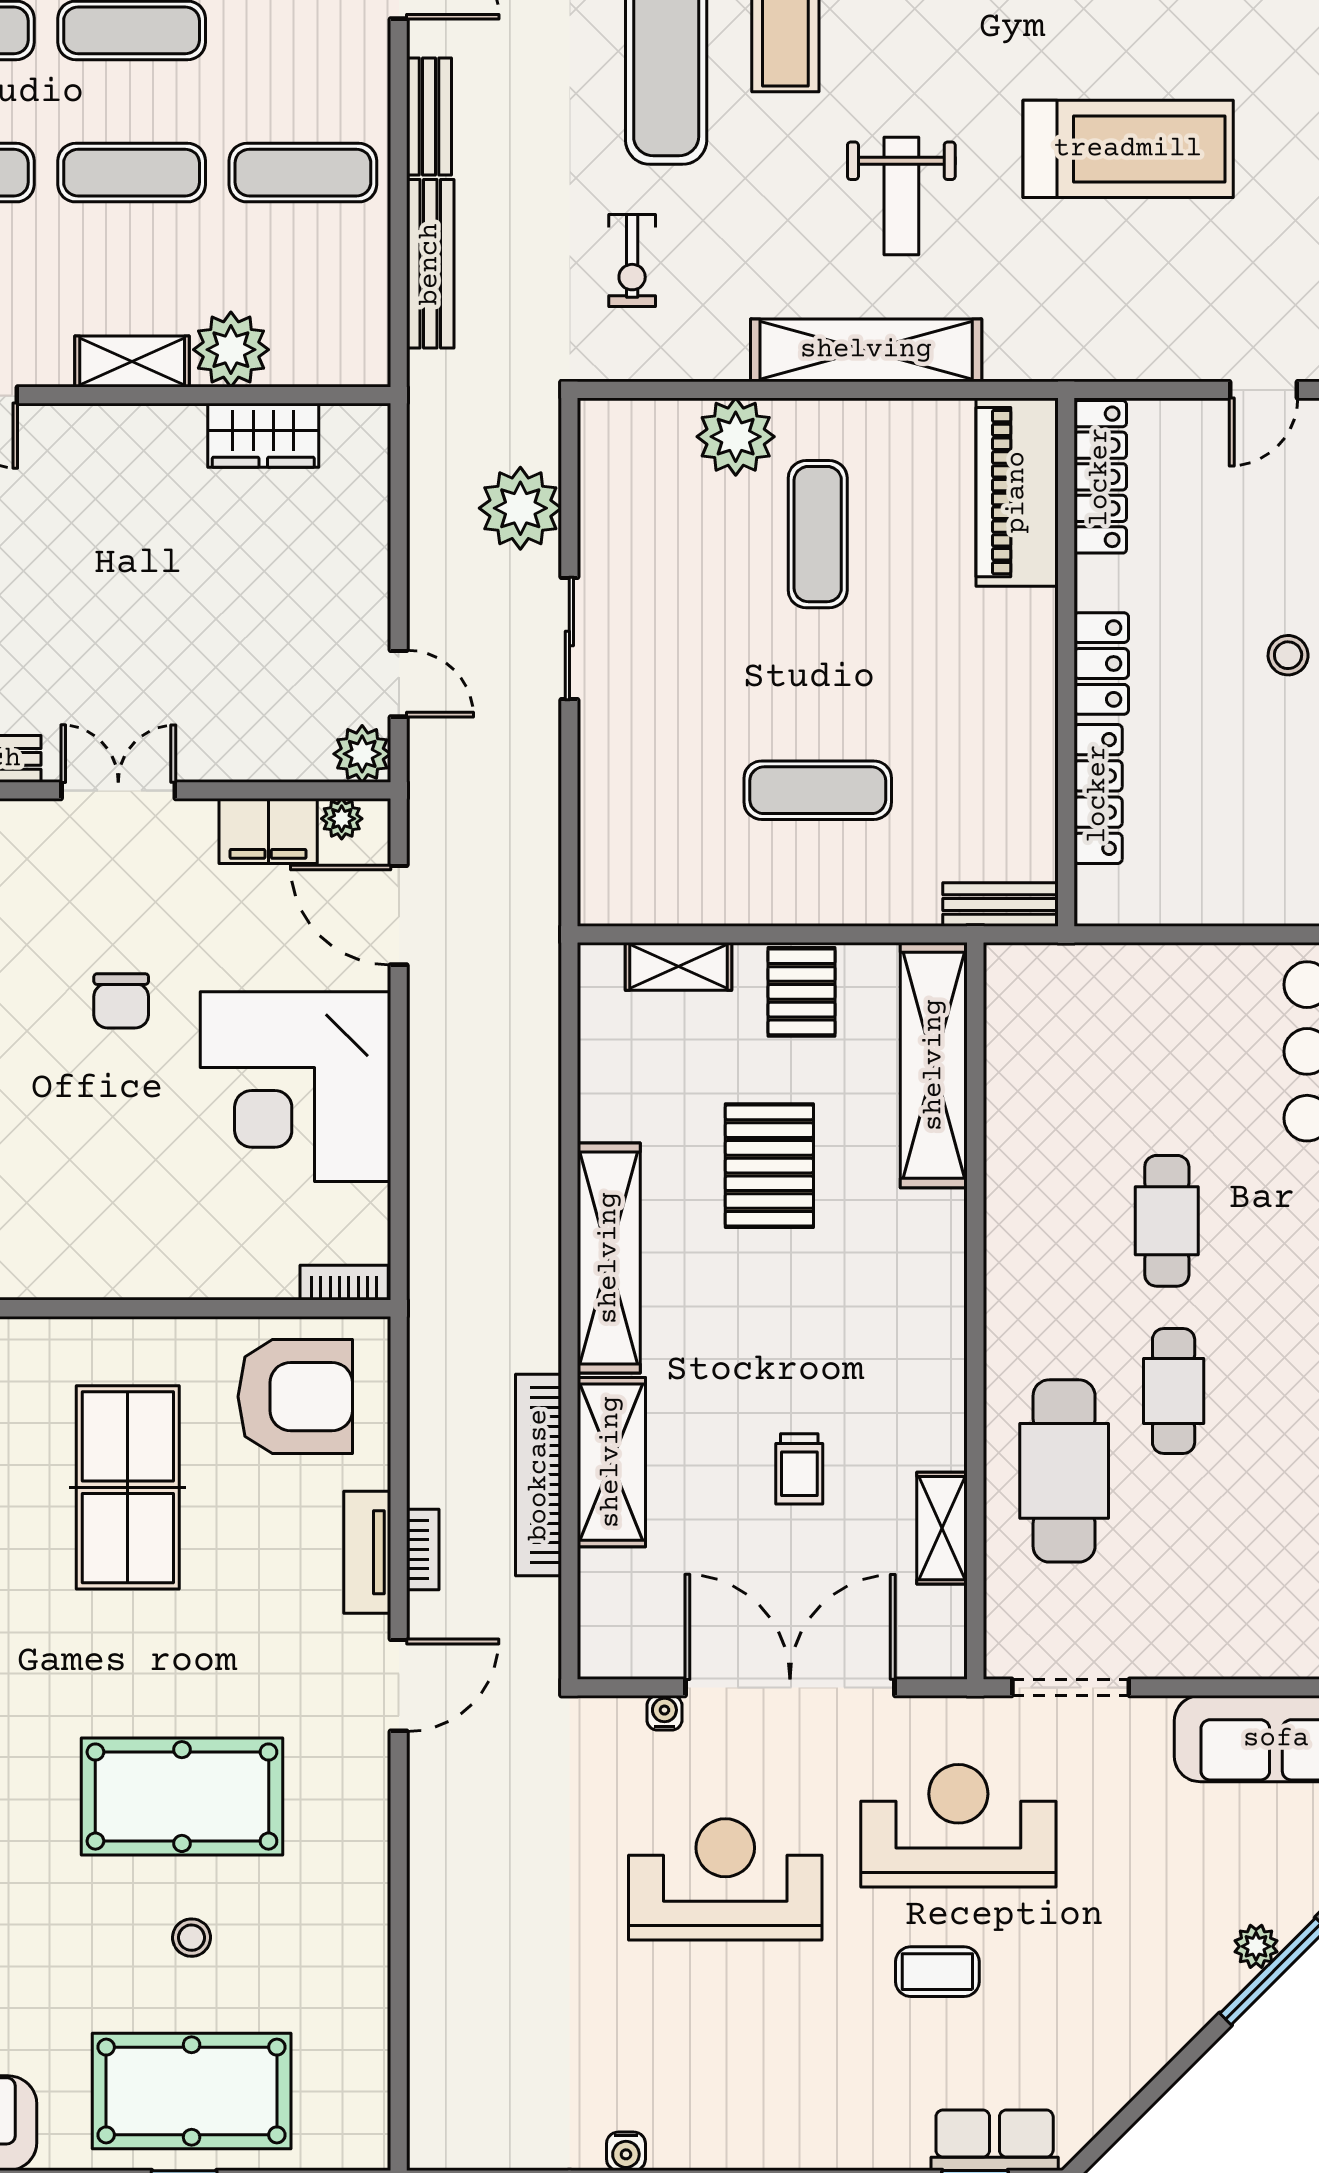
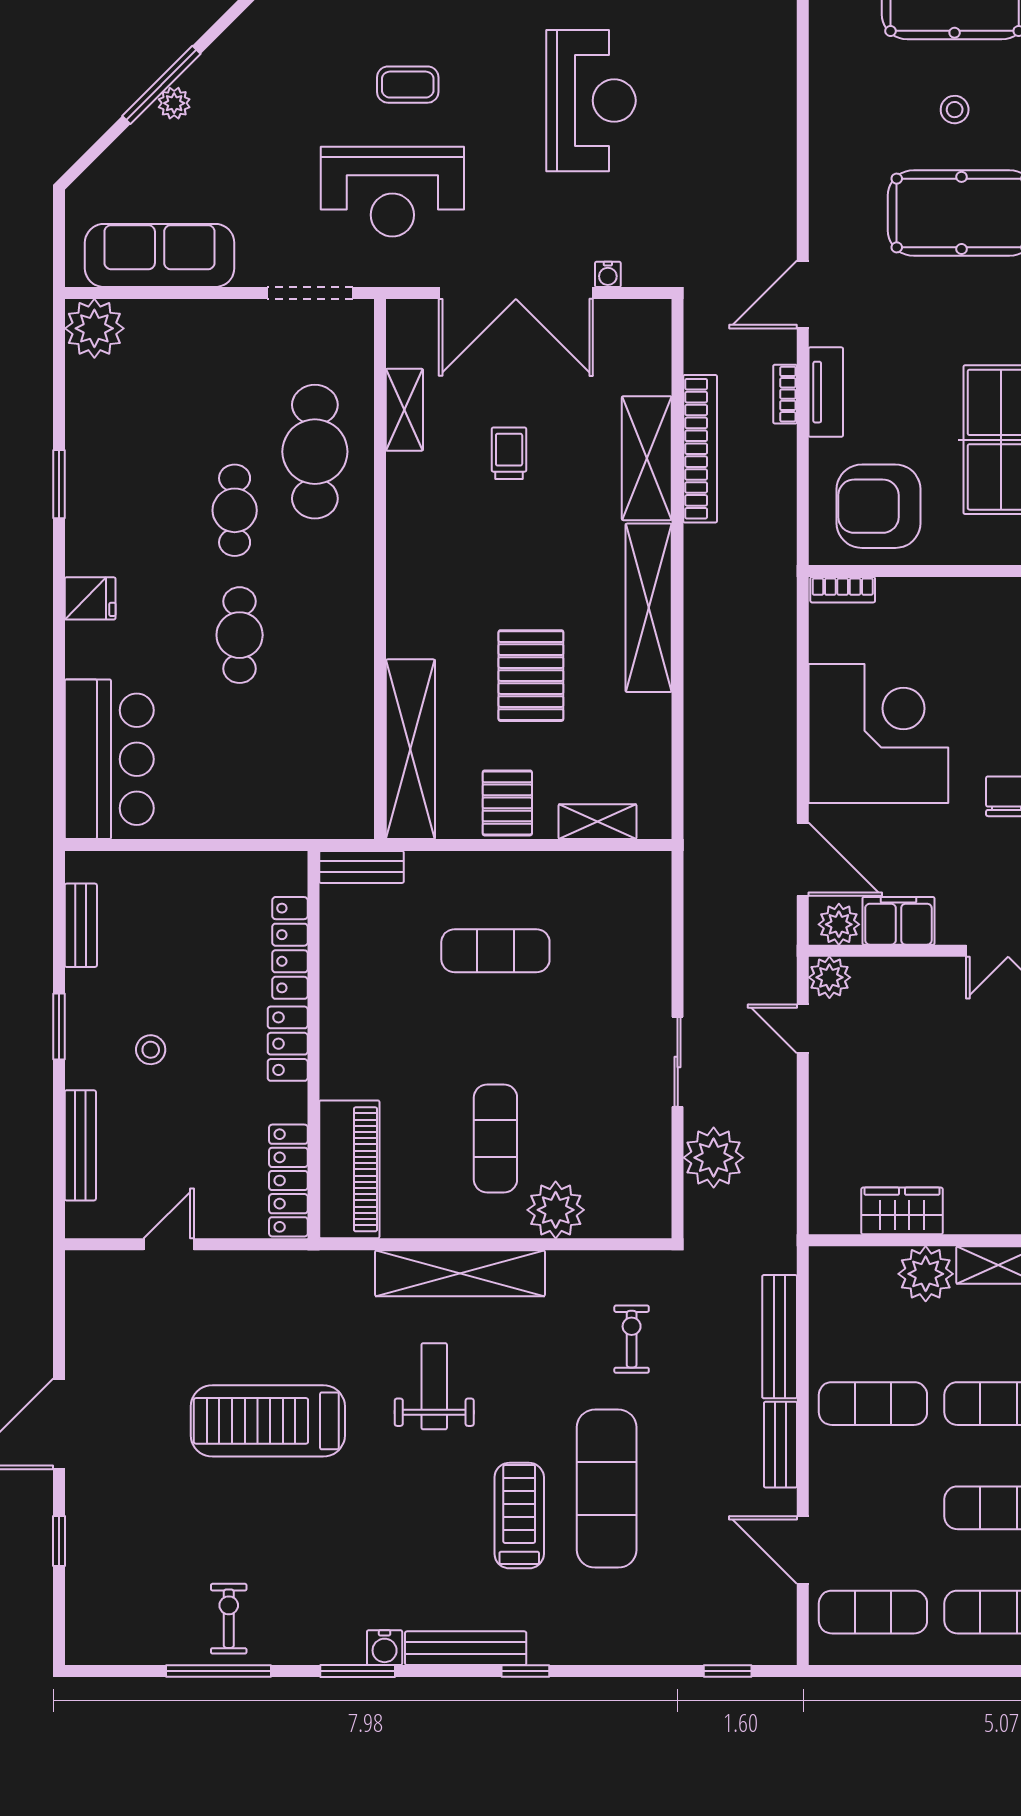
plant: (342, 819) -> (839, 924), width x1.38, depth x1.38
reception desk: (725, 1879) -> (591, 101), moved, turned -90

